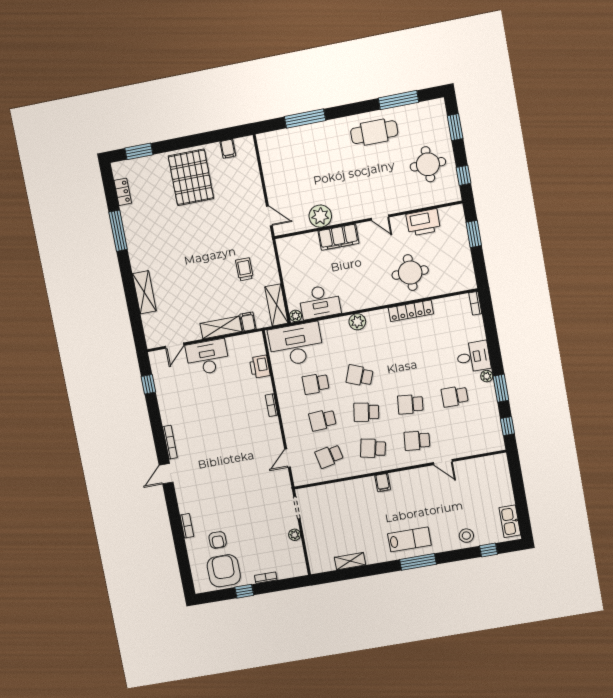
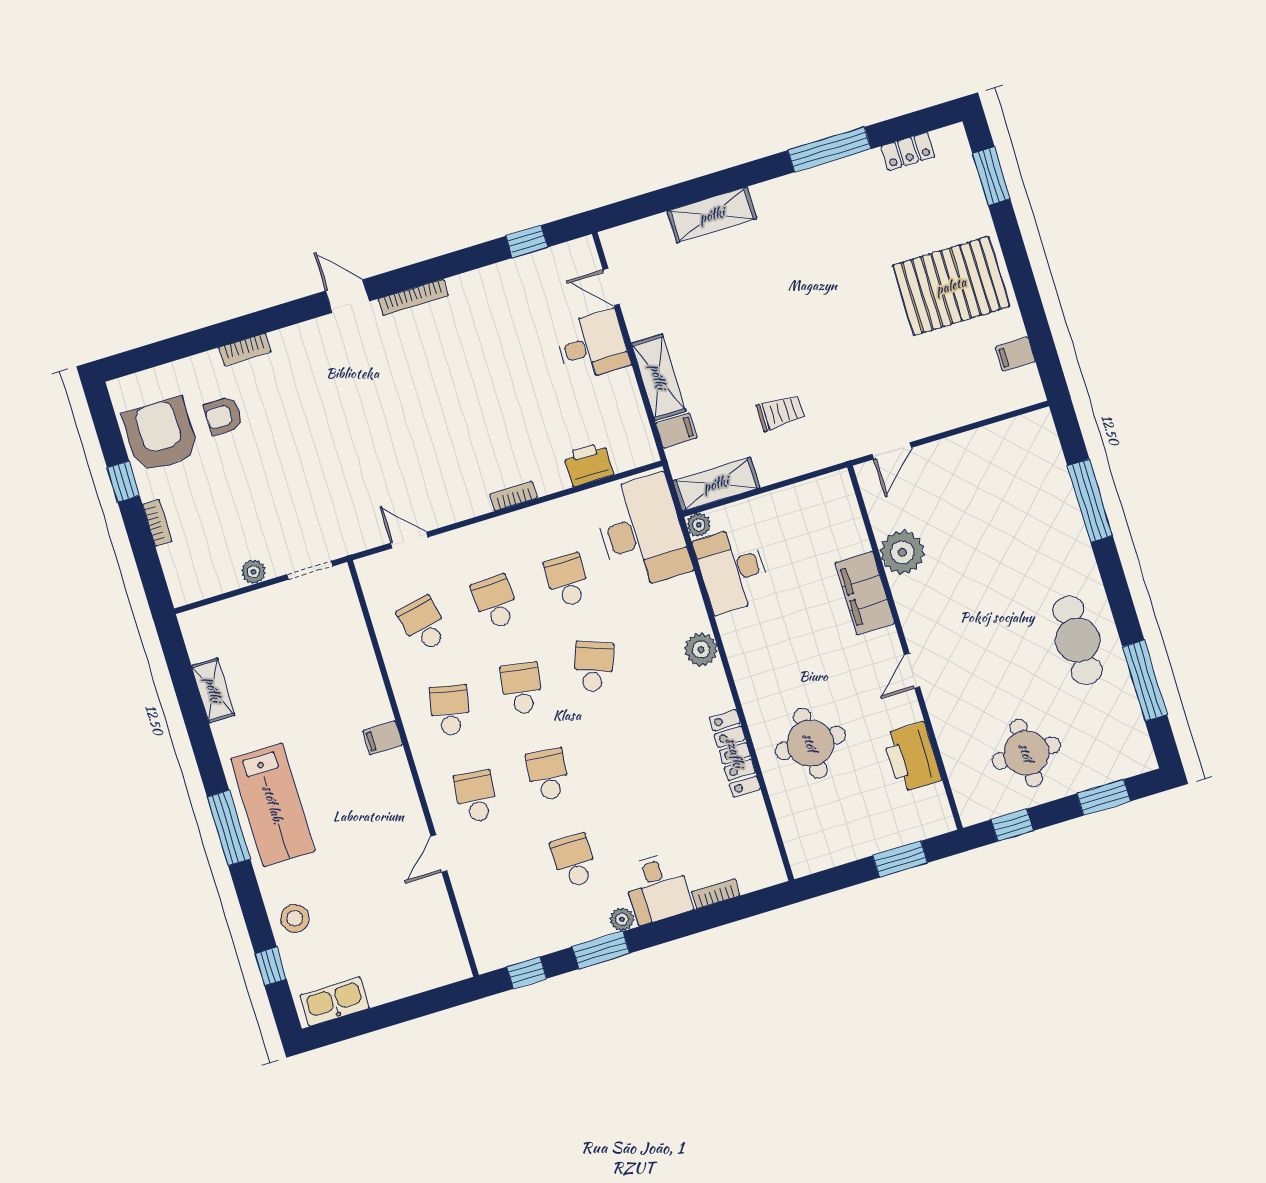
bookcase: (475, 303) -> (716, 894), moved
desk: (208, 357) -> (592, 346), width x0.73
lab bench: (409, 539) -> (273, 805), width x1.36, depth x1.39
armchair: (224, 571) -> (161, 435), turned -90

